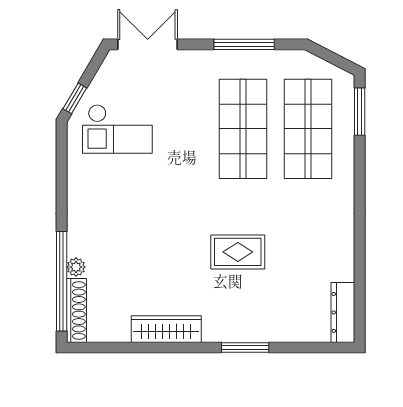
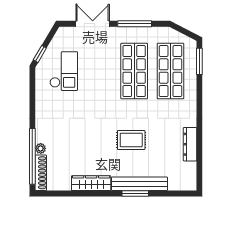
double door: (148, 44) -> (93, 24), moved
checkout: (117, 129) -> (64, 71), turned -90
dresser: (343, 312) -> (190, 144), moved
bench: (253, 330) -> (140, 184), added

